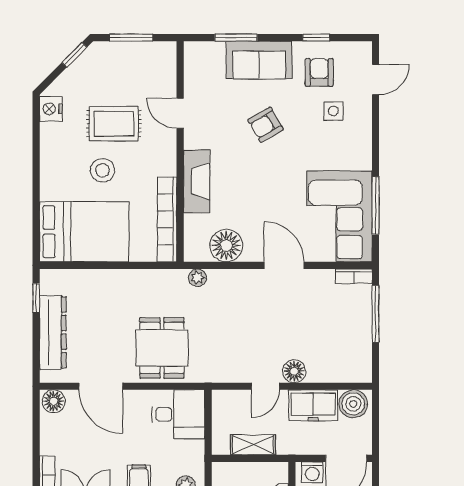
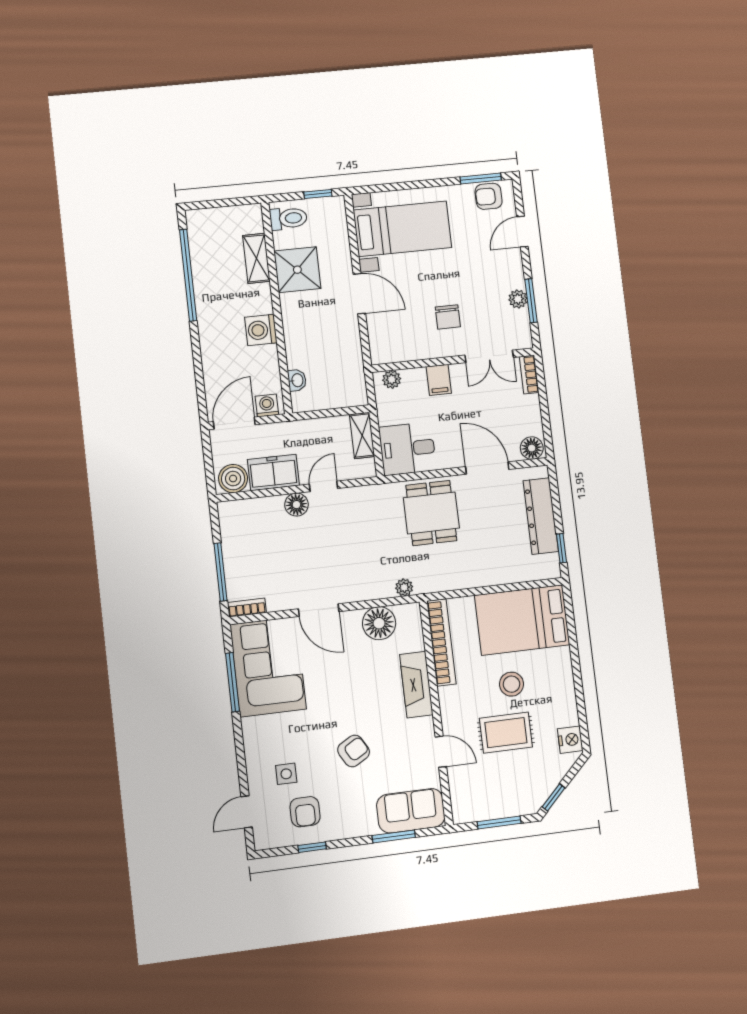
sofa: (259, 60) -> (411, 811), moved
shelving: (253, 445) -> (362, 435), moved, turned 90

